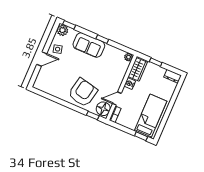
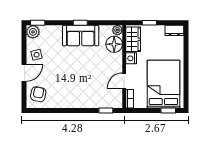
sofa: (89, 45) -> (81, 36), moved
armchair: (83, 92) -> (38, 94), moved, width x0.53, depth x0.53
floor lamp: (103, 109) -> (114, 44), moved
bed: (150, 116) -> (163, 84), width x1.50

